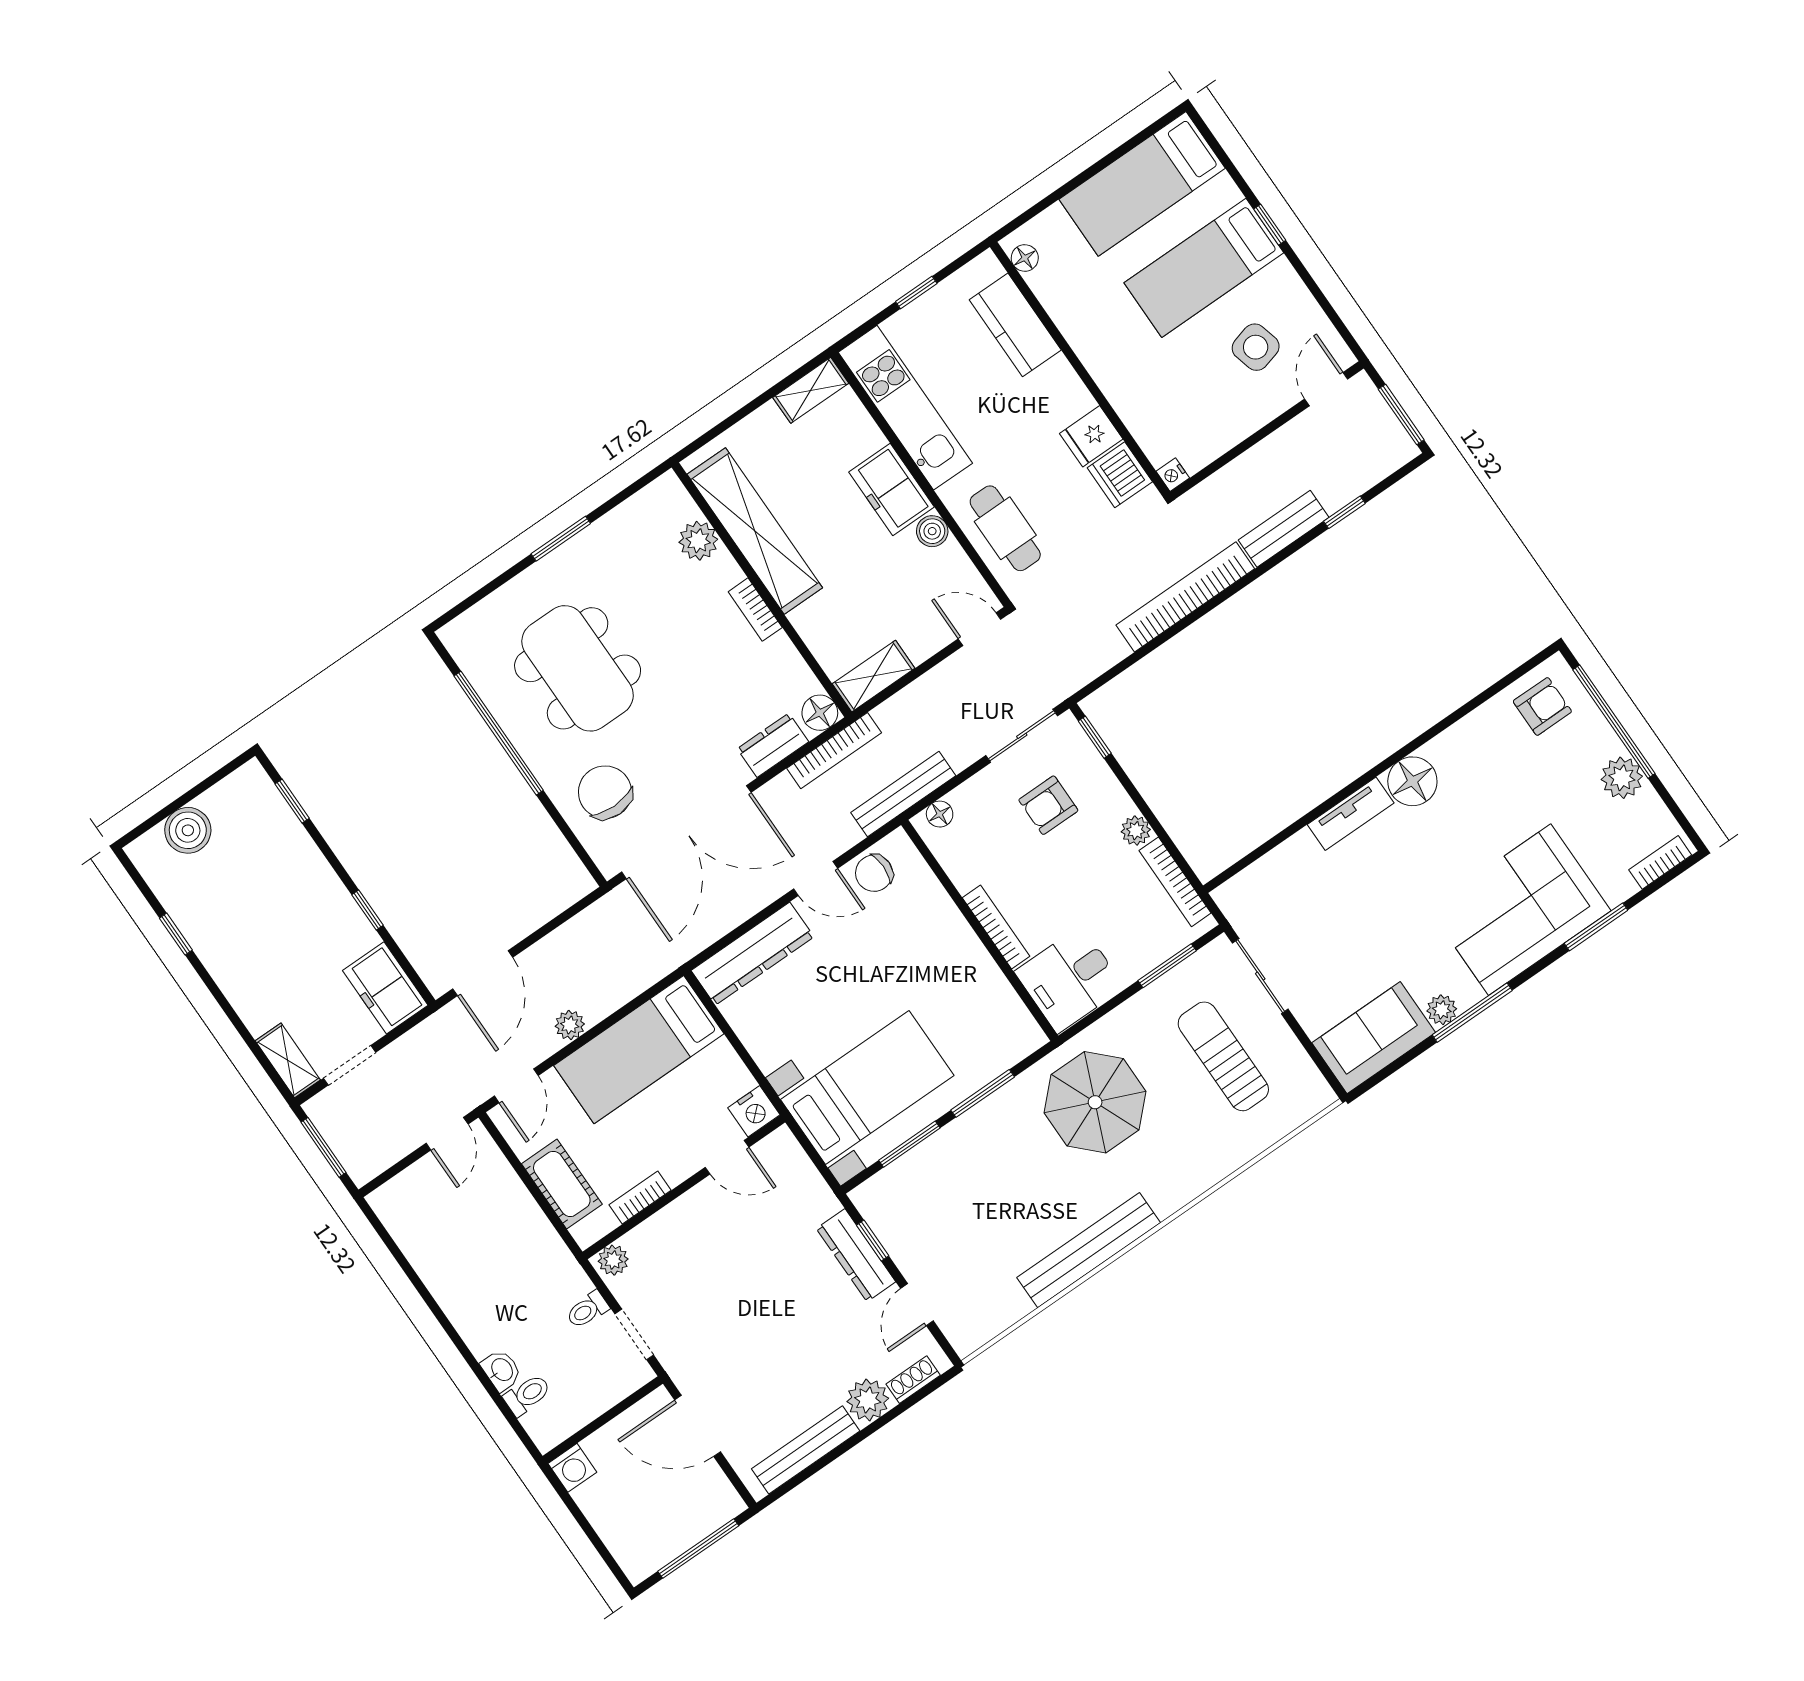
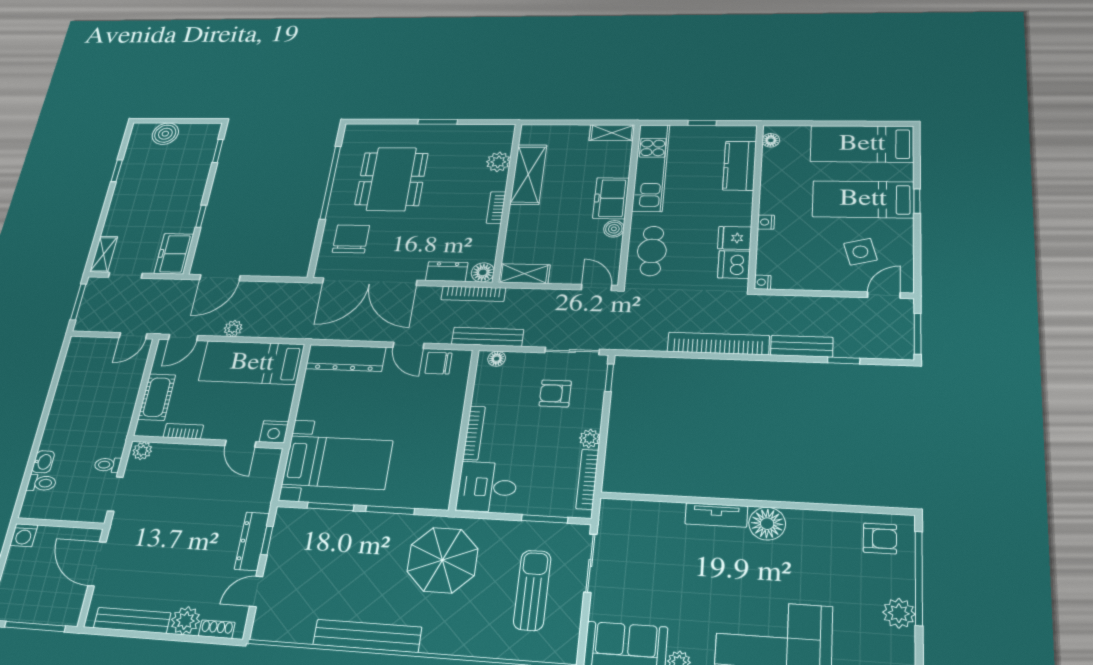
nightstand: (1112, 386) -> (766, 222), added
shelving: (755, 531) -> (528, 174), width x0.68

